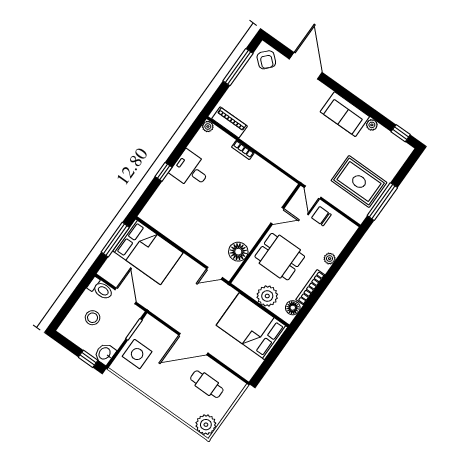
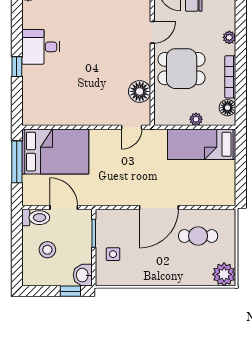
plant: (267, 296) -> (196, 119), width x0.53, depth x0.53
bed: (252, 326) -> (202, 144), width x0.67
side table: (137, 354) -> (113, 254), width x0.54, depth x0.54

